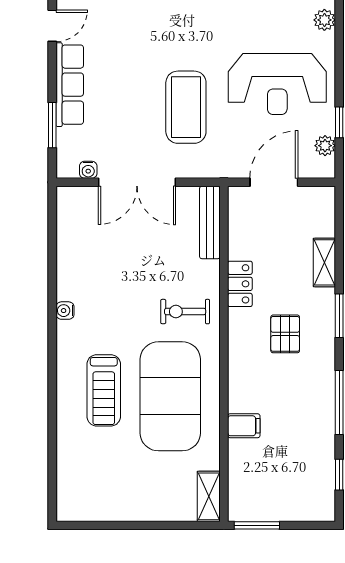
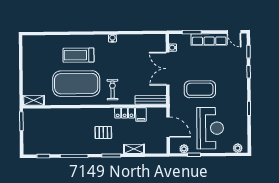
reception desk: (277, 84) -> (210, 128), turned 180
filing cabinet: (244, 426) -> (141, 114), moved

